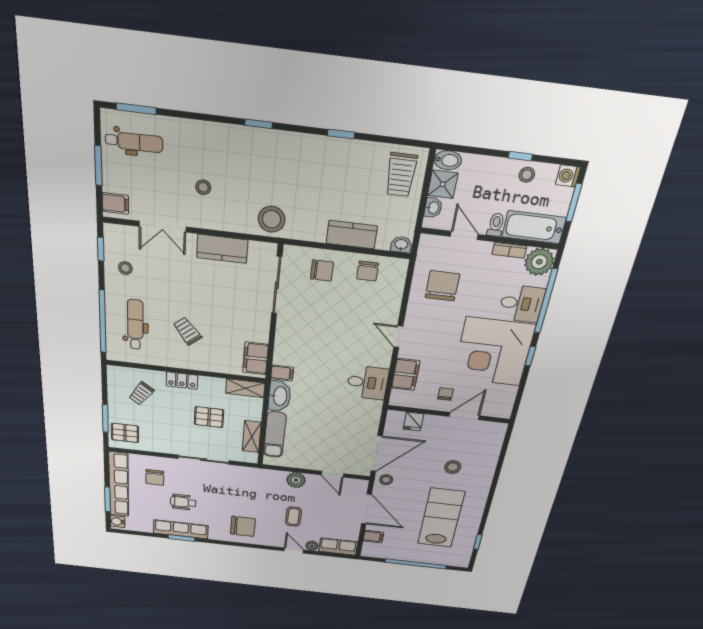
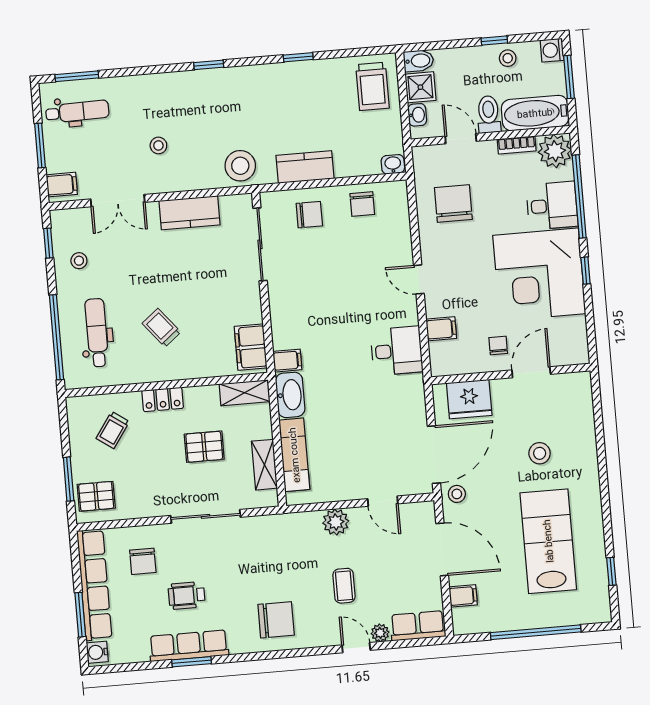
toilet: (496, 225) -> (489, 114), width x1.37, depth x1.39
kitchen counter: (352, 235) -> (305, 167), moved
filing cabinet: (406, 374) -> (441, 329), width x0.50
fridge: (413, 421) -> (469, 399), width x1.88, depth x1.34

